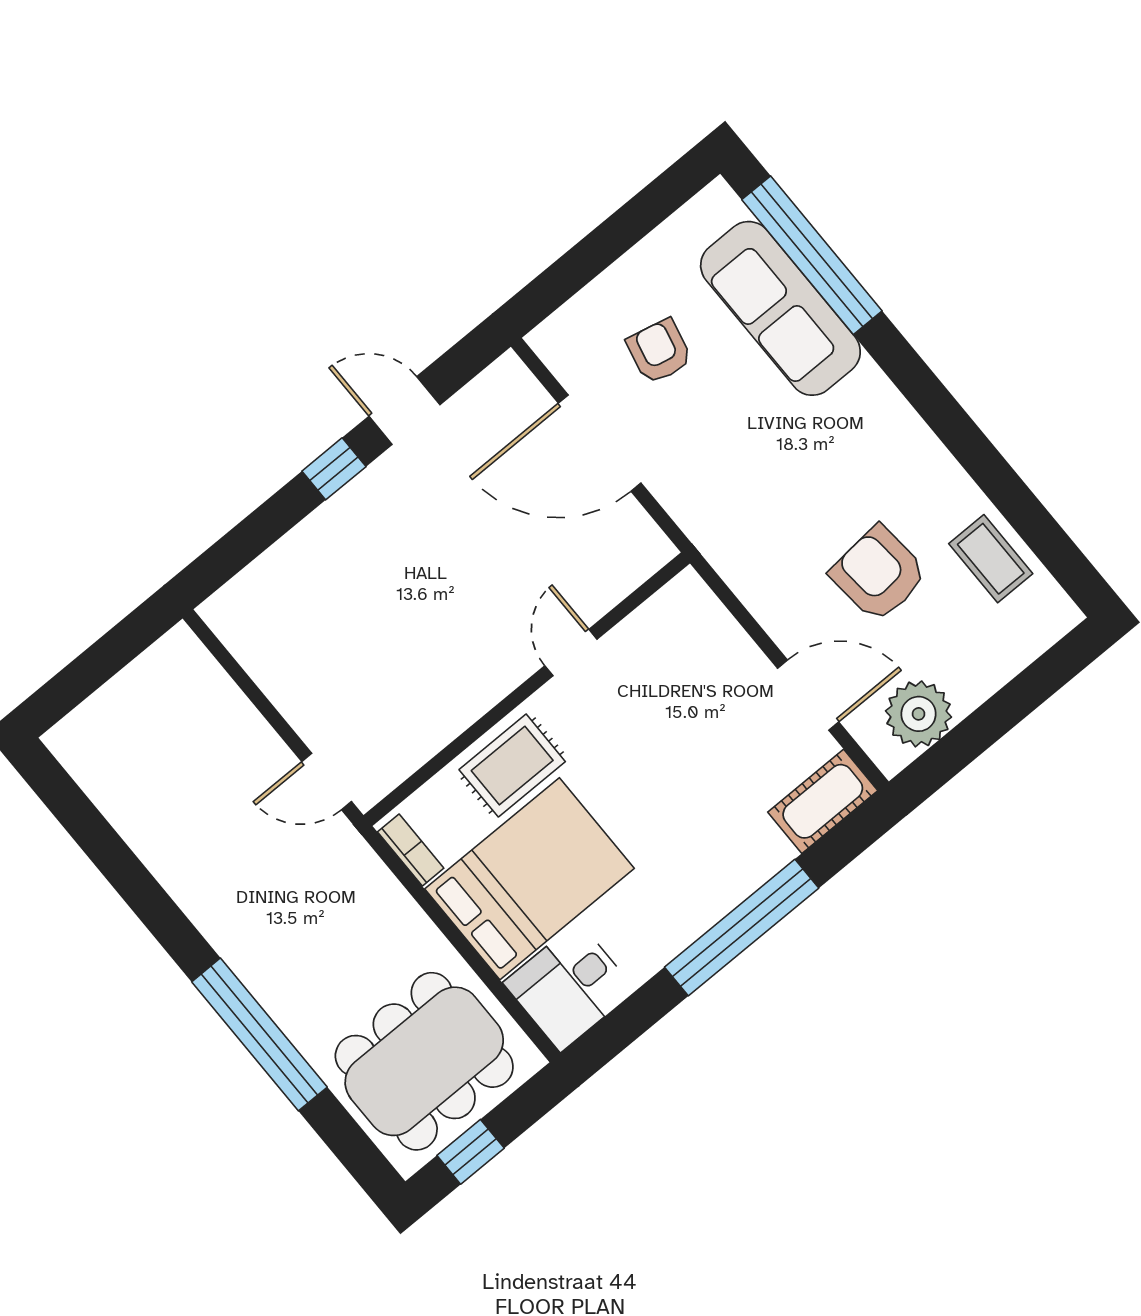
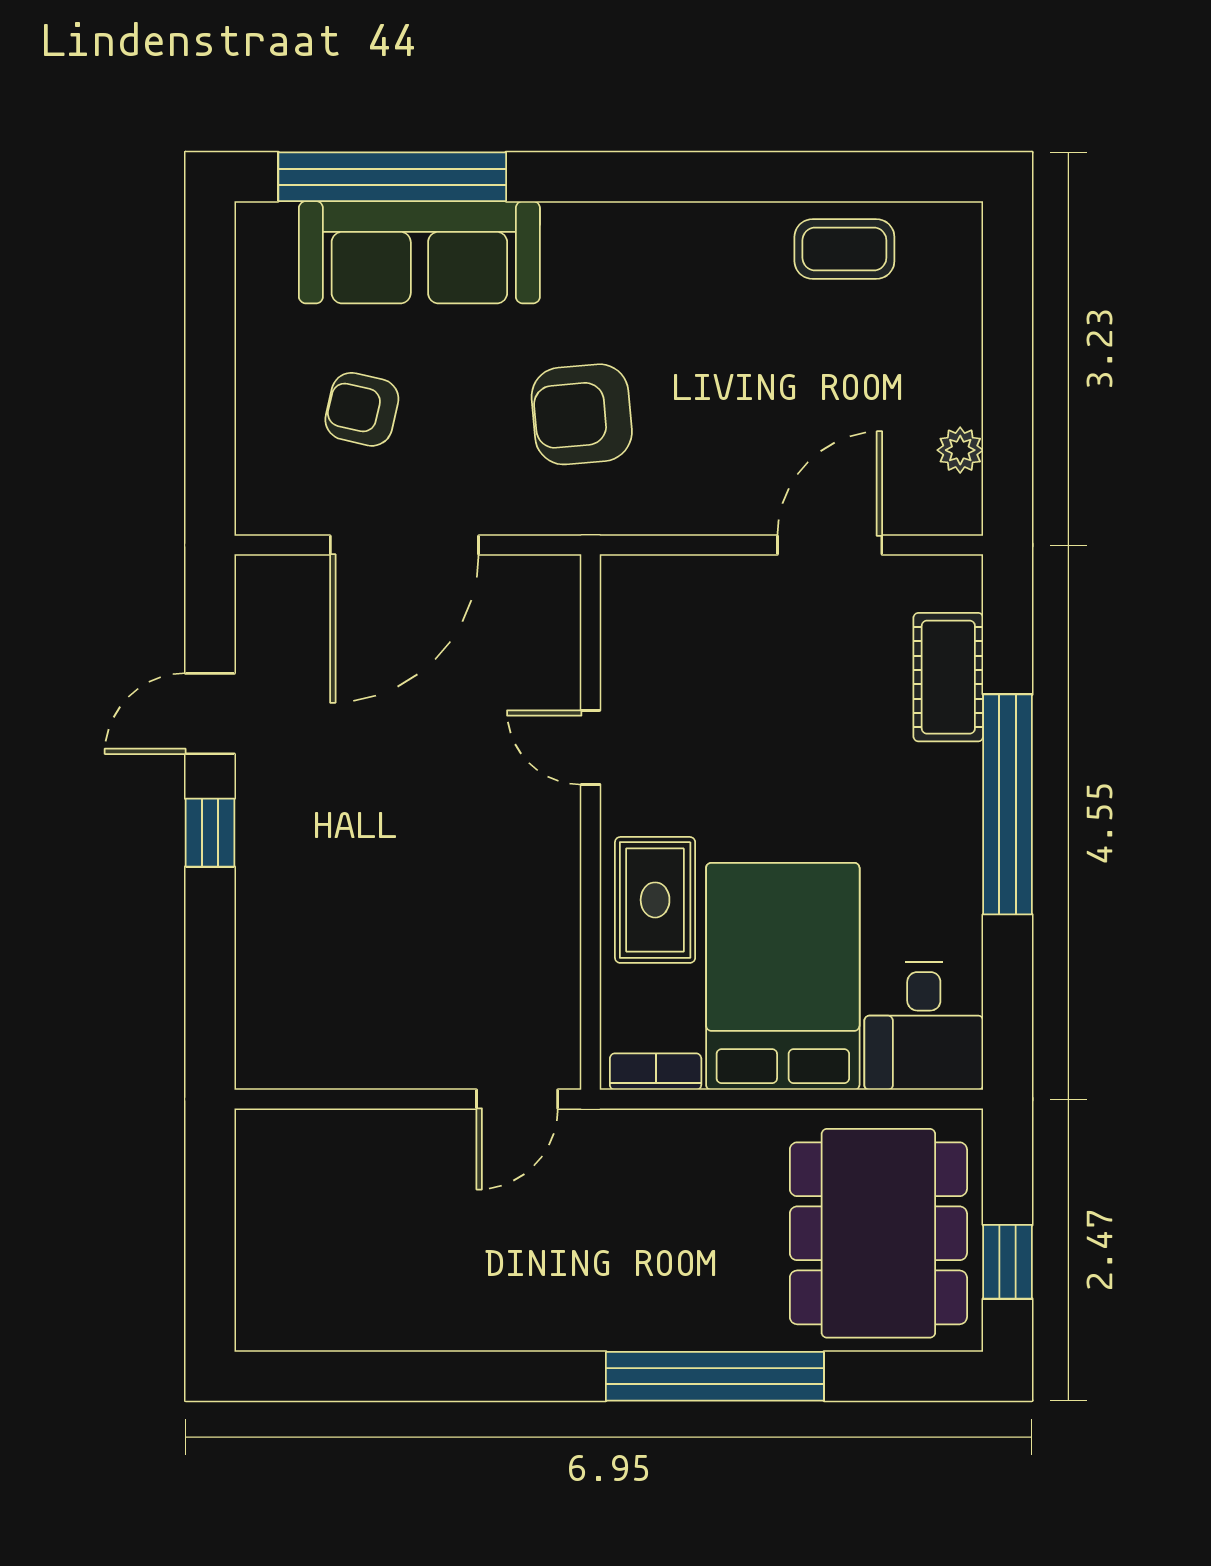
armchair: (879, 574) -> (582, 414), moved
plant: (919, 714) -> (960, 450), width x0.53, depth x0.53
cot: (823, 801) -> (948, 677), moved

